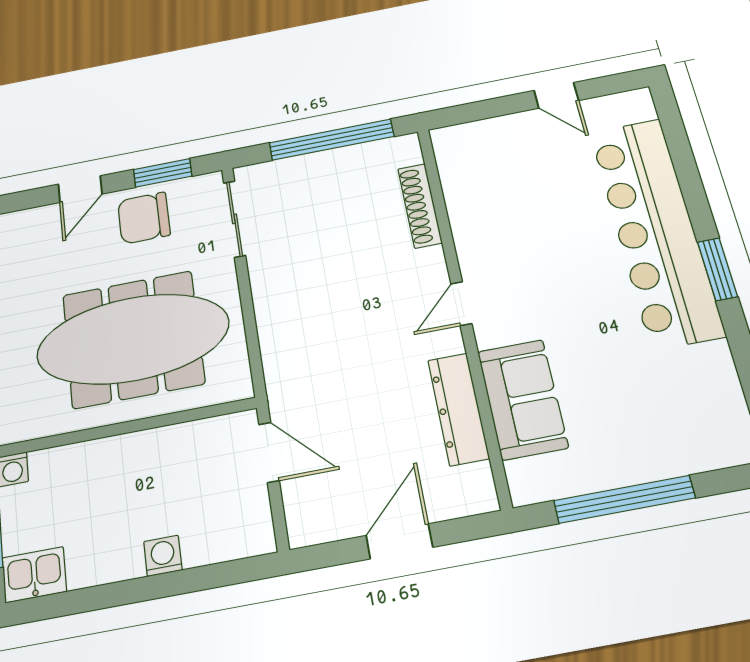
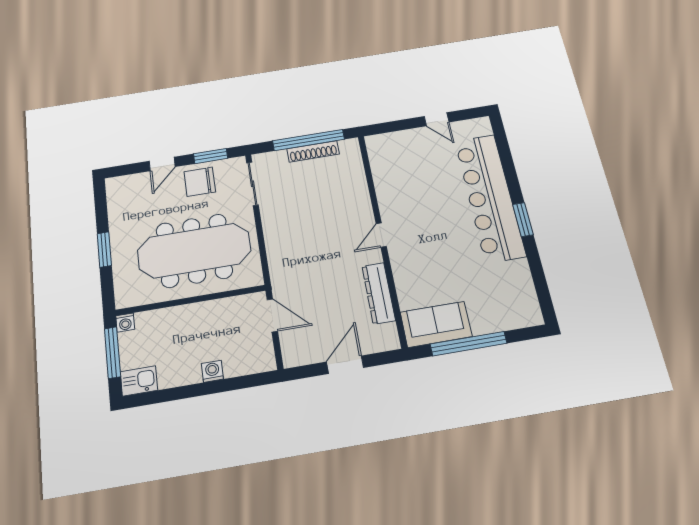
shoe rack: (420, 206) -> (313, 151), moved, turned -90
sofa: (523, 399) -> (436, 324), moved, turned -90

